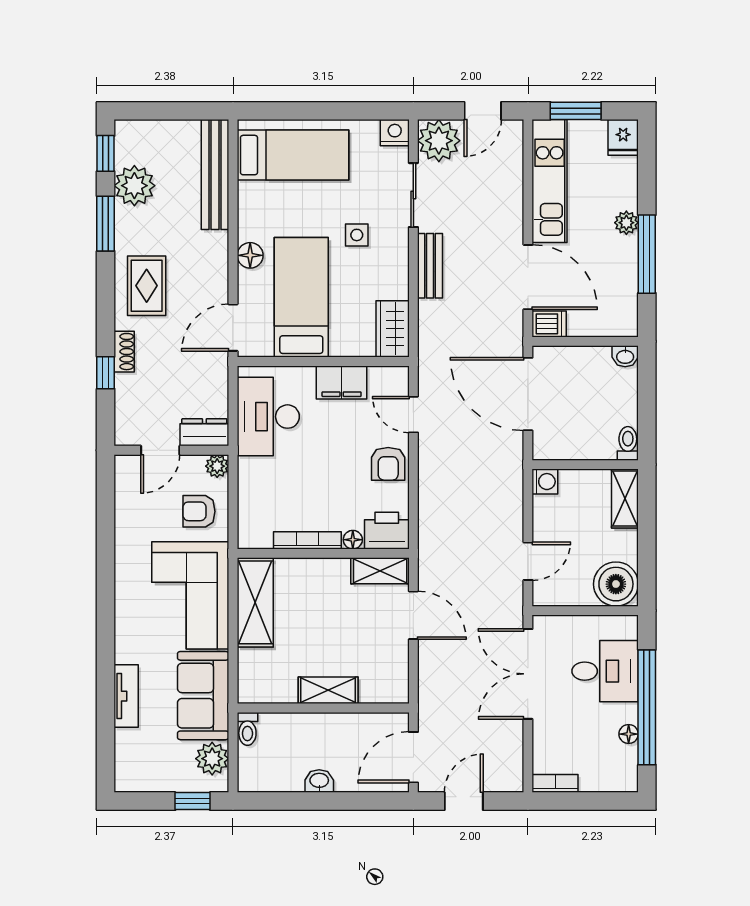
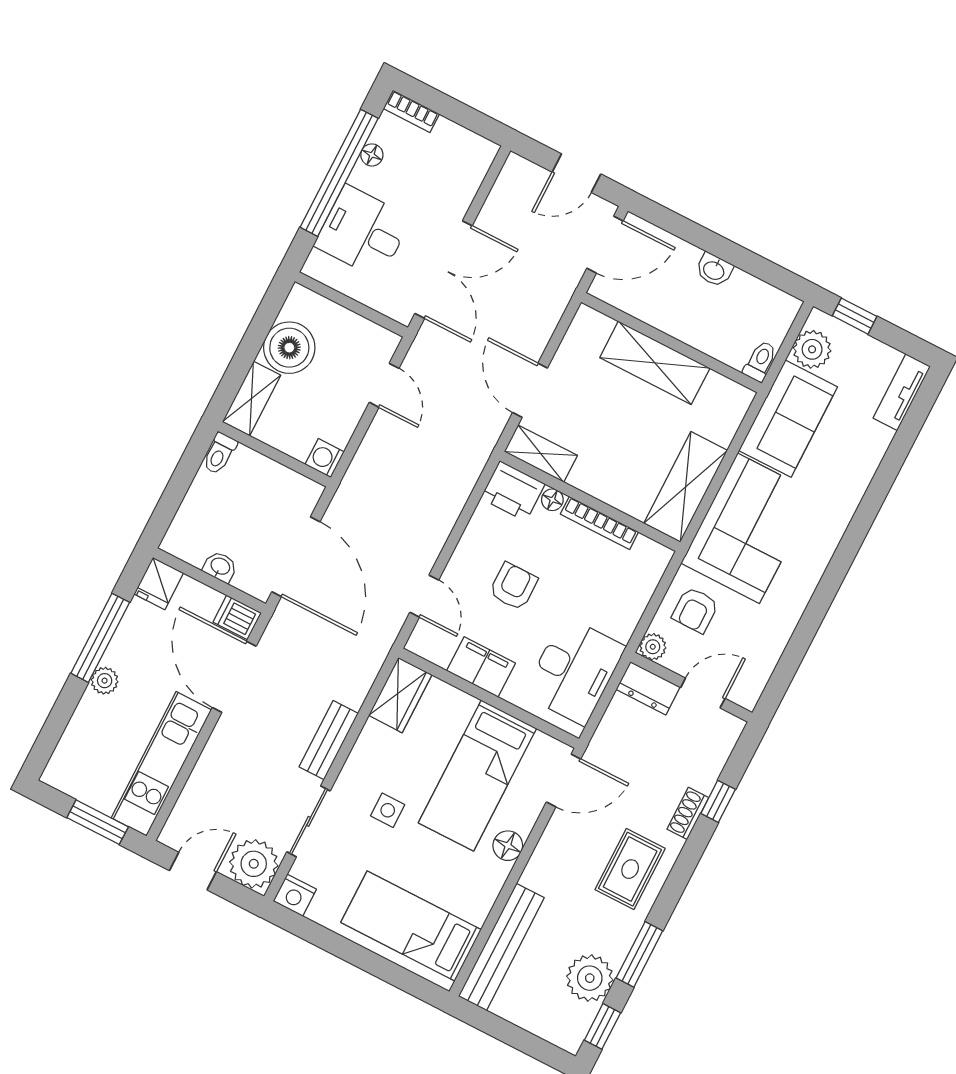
fridge: (623, 137) -> (159, 583), moved, turned 180
washbasin: (625, 356) -> (220, 567), moved
armchair: (388, 464) -> (513, 586), moved
armchair: (199, 511) -> (695, 610), turned 90
door: (528, 561) -> (384, 385), swing flipped
boiler: (616, 584) -> (289, 348), moved
shelving: (328, 690) -> (655, 363), width x1.50, depth x1.33
tv unit: (126, 696) -> (902, 392), moved
bookcase: (555, 783) -> (411, 111), moved

